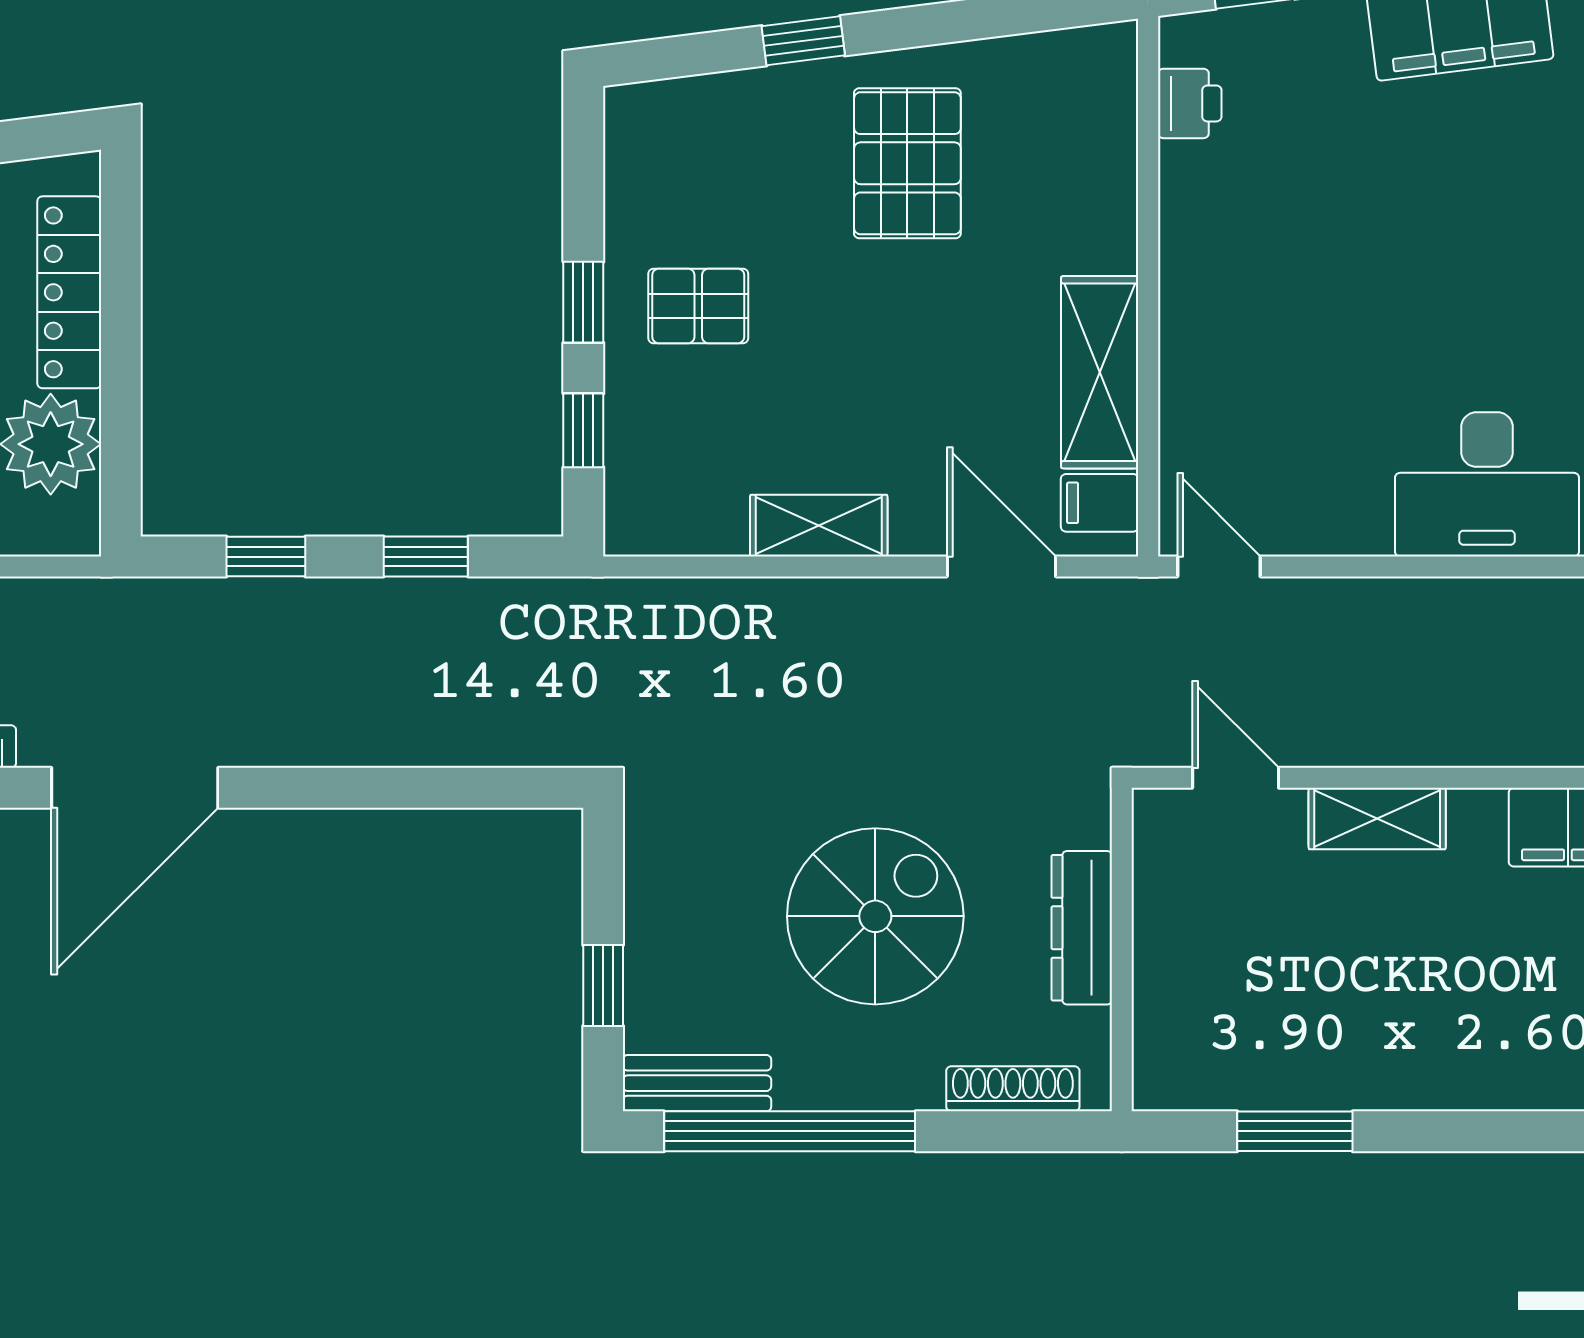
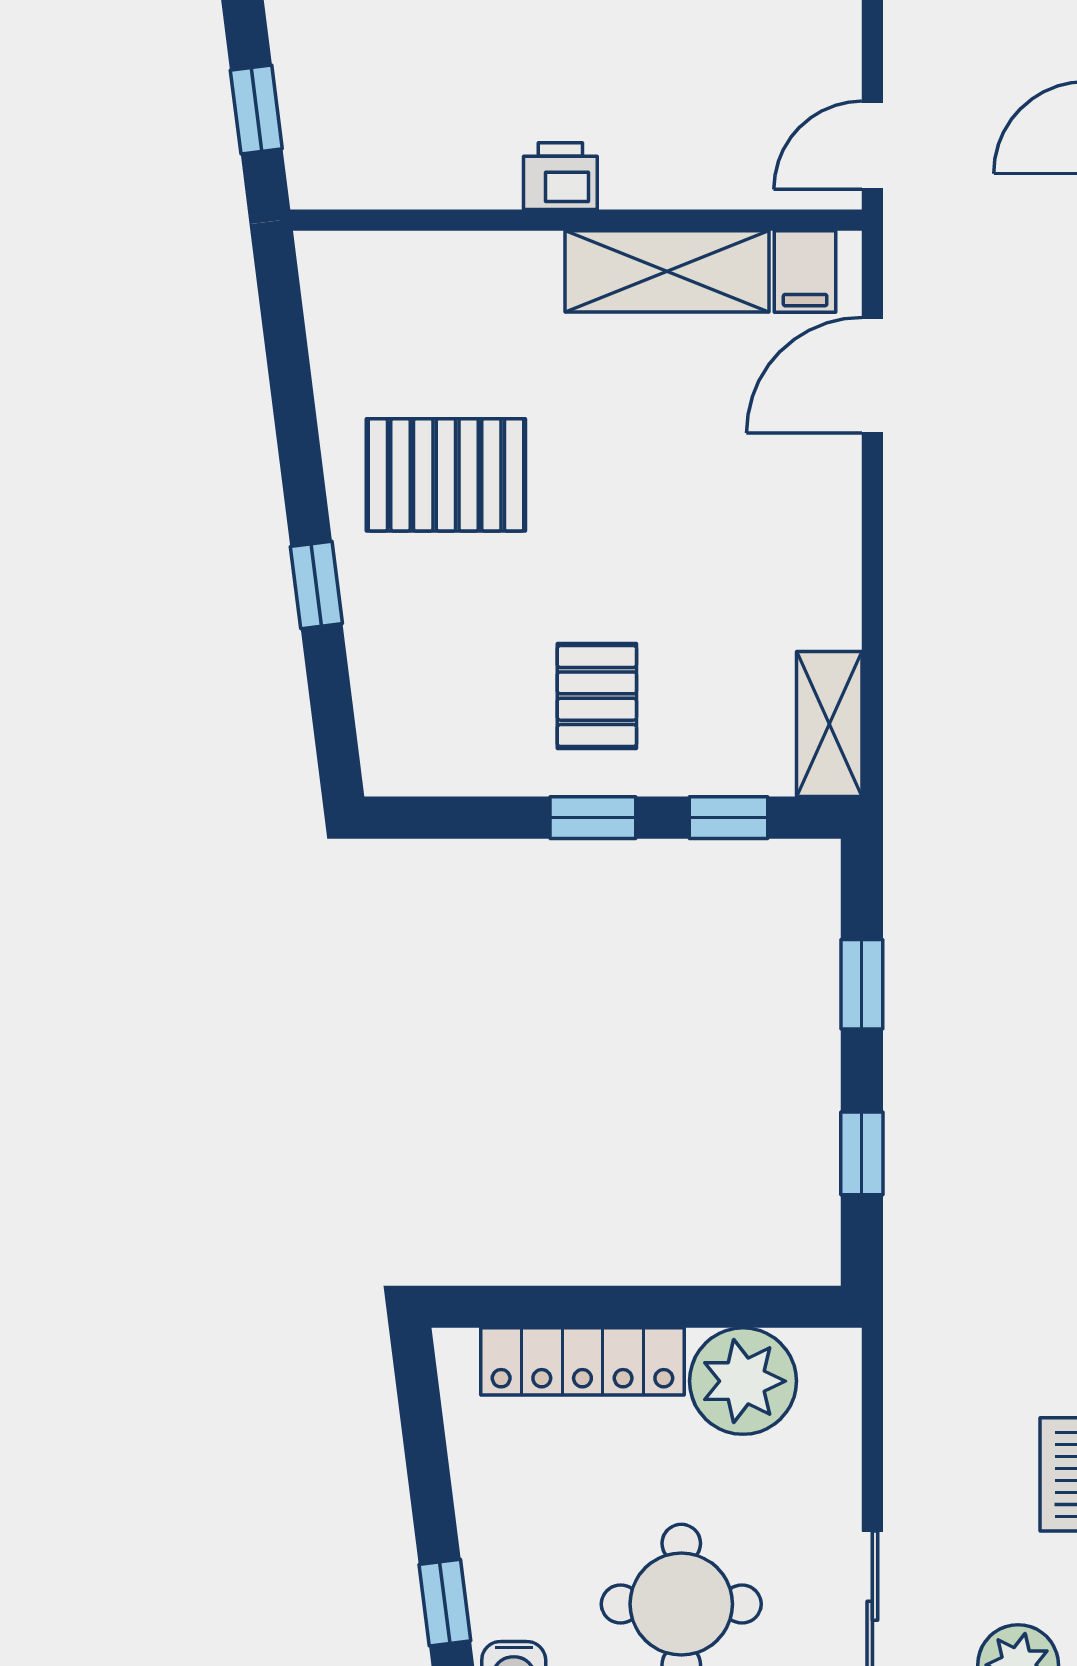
printer: (1190, 103) -> (560, 176), moved
shelving: (819, 526) -> (829, 724), moved

